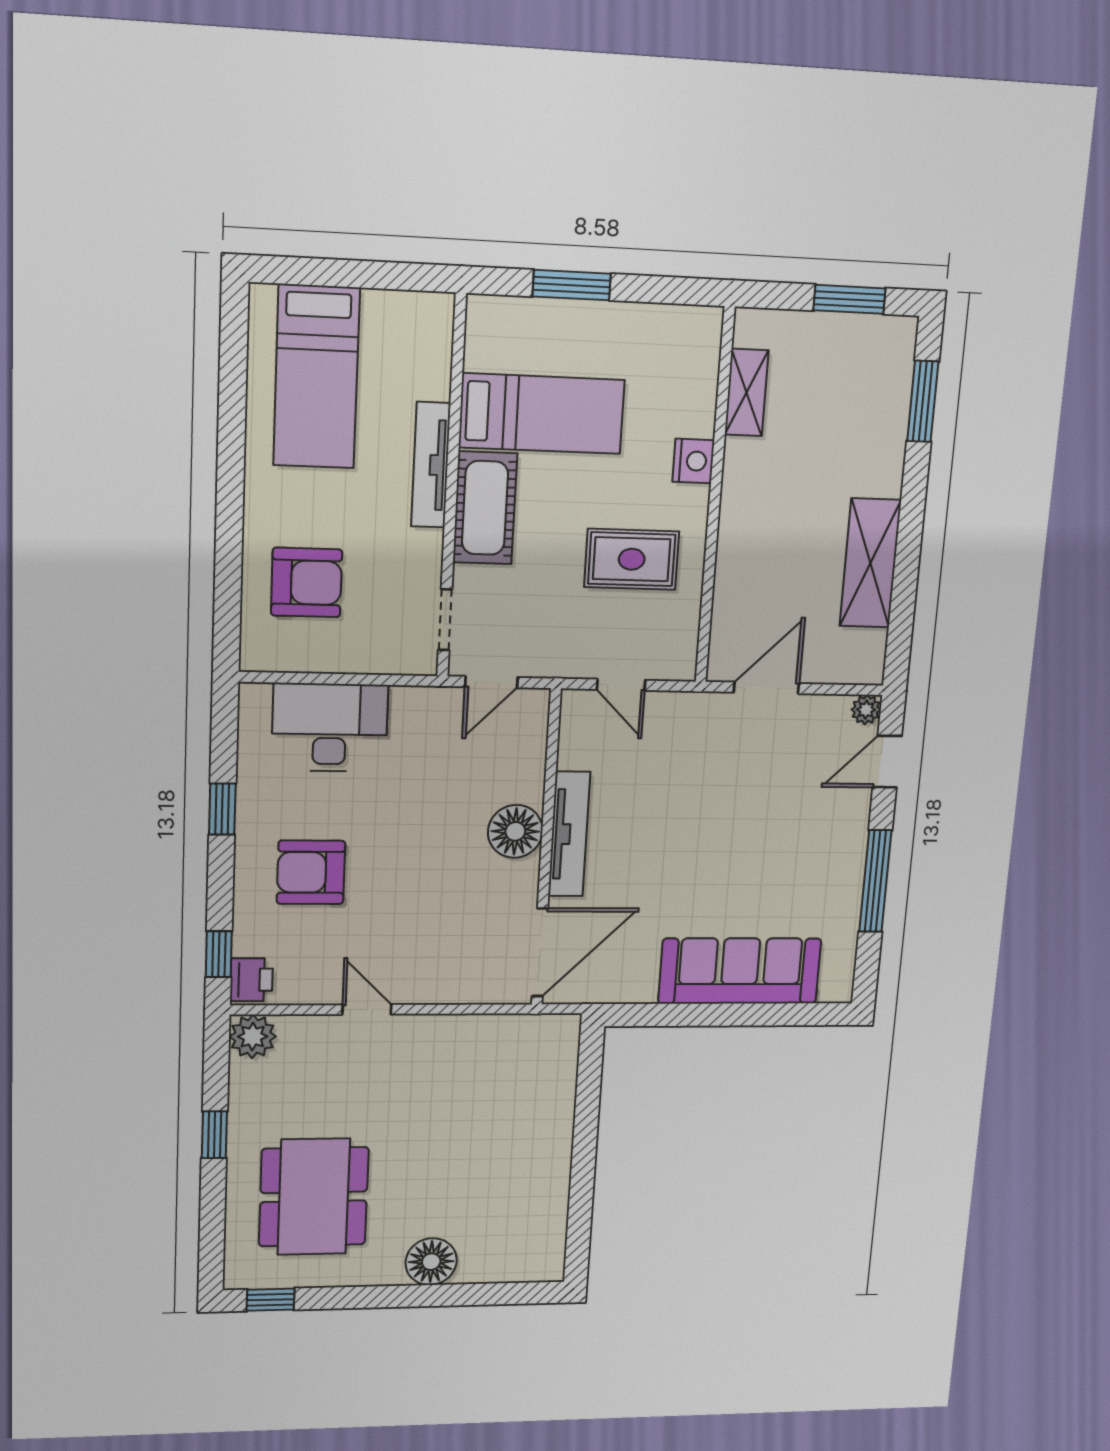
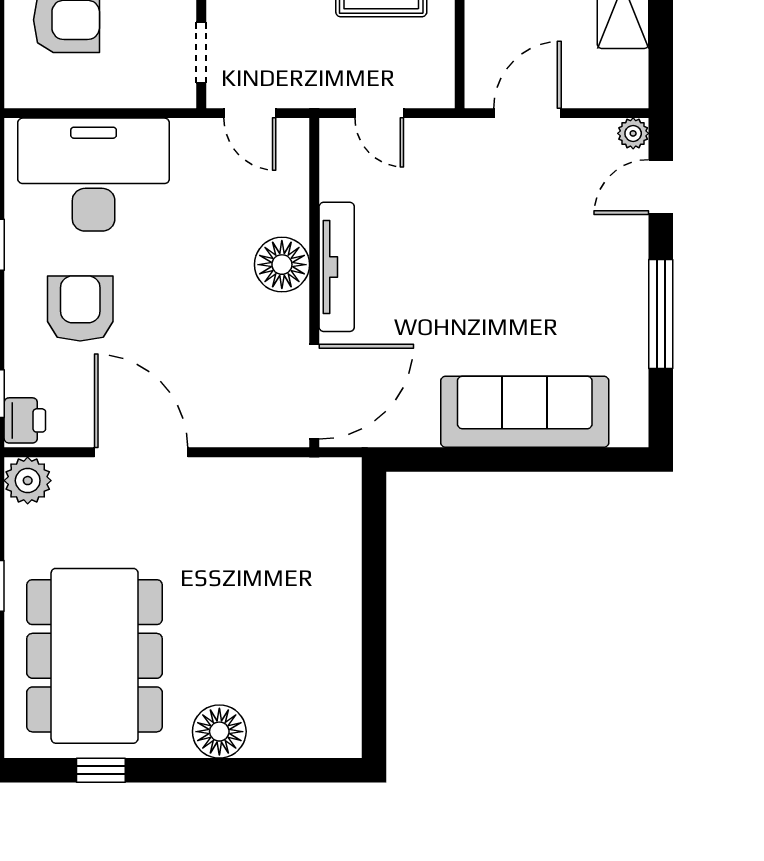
door: (491, 682) -> (250, 113), hinge flipped
desk: (330, 728) -> (94, 175), width x1.36, depth x1.30
armchair: (311, 872) -> (80, 309), turned 90
door: (367, 1009) -> (141, 452), width x1.87
dining table: (314, 1197) -> (95, 656), width x1.36, depth x1.24
window: (271, 1300) -> (101, 770), moved

